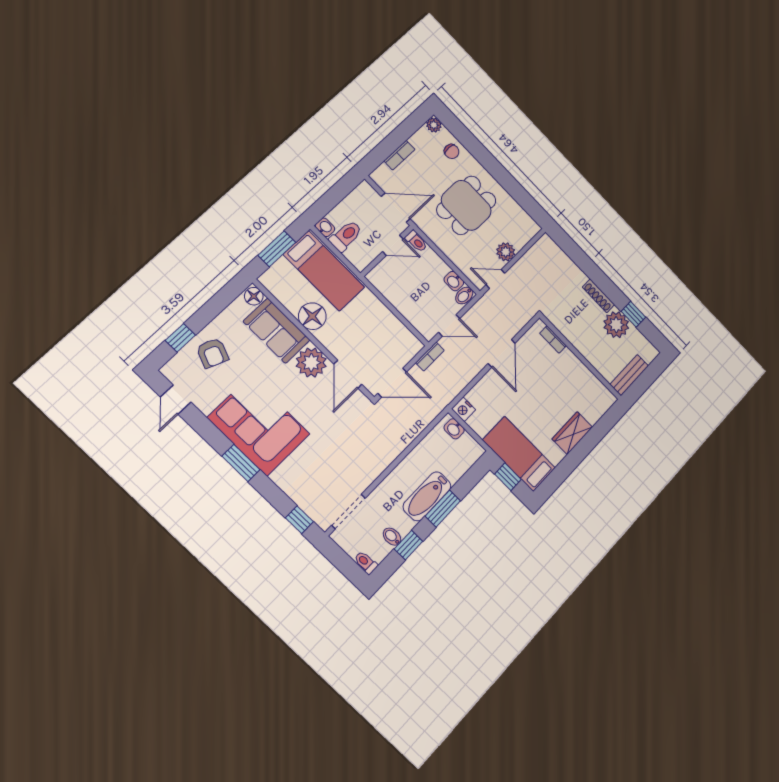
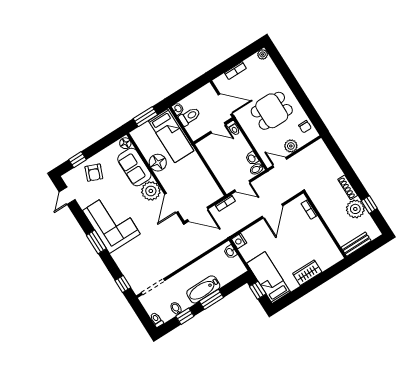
chair: (452, 151) -> (305, 127), moved

